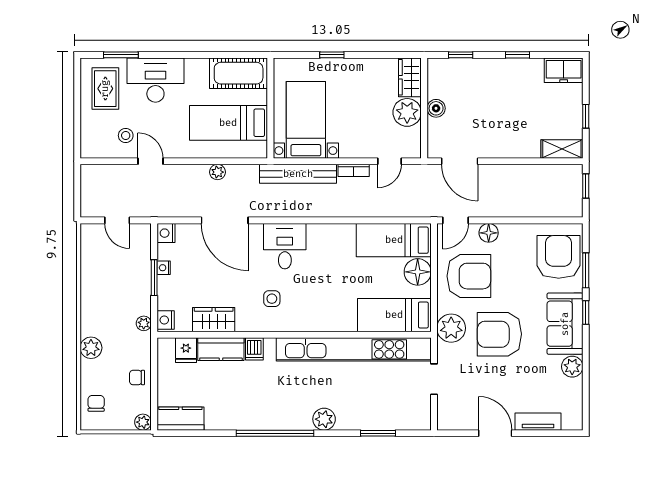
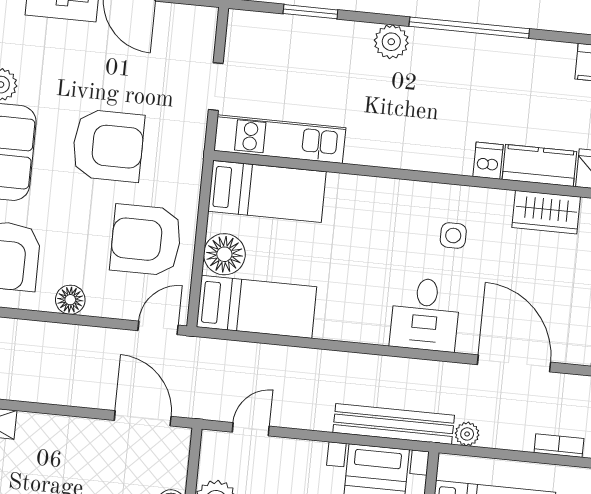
bookcase: (354, 170) -> (559, 446), moved
plant: (217, 172) -> (467, 434), moved
floor lamp: (489, 233) -> (70, 300), moved
plant: (451, 328) -> (181, 162), removed
kitchen unit: (354, 349) -> (280, 139), width x0.54

